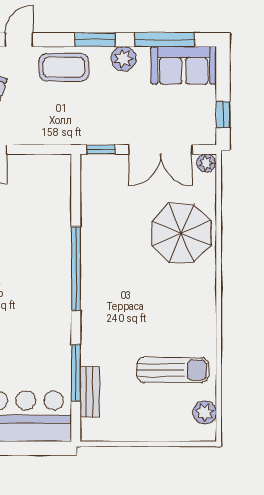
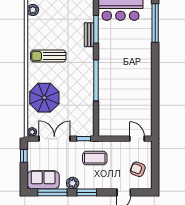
coffee table: (64, 67) -> (95, 158), moved
sun lounger: (173, 370) -> (48, 56), moved
bench: (90, 392) -> (89, 35), moved

